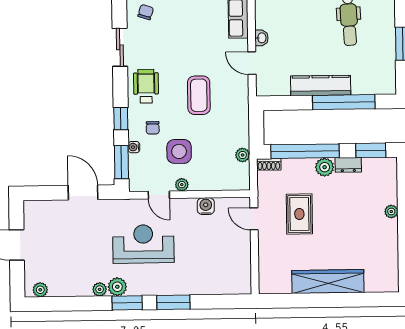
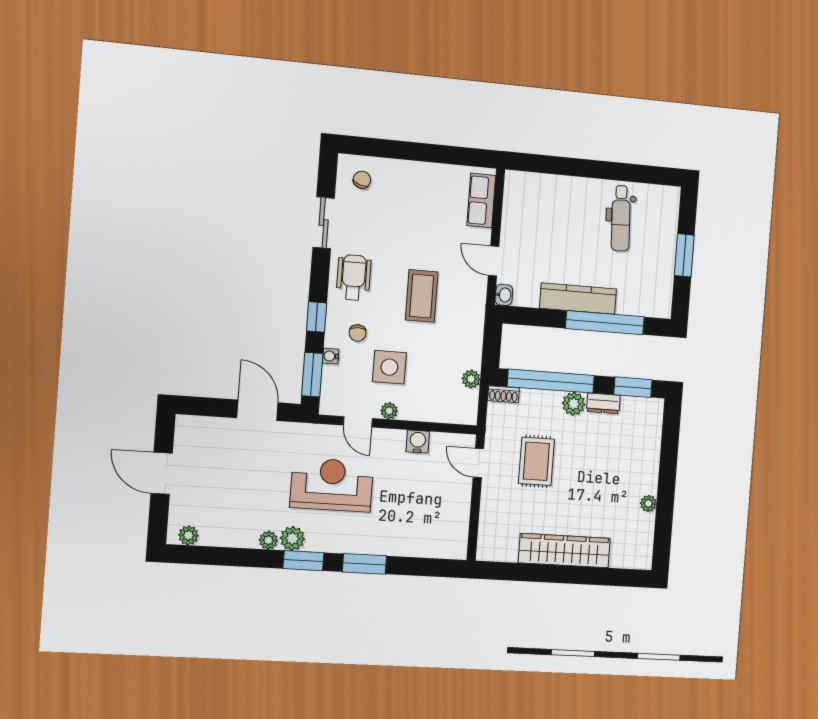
washbasin: (262, 38) -> (504, 295), moved
plant: (391, 212) -> (648, 503), moved

